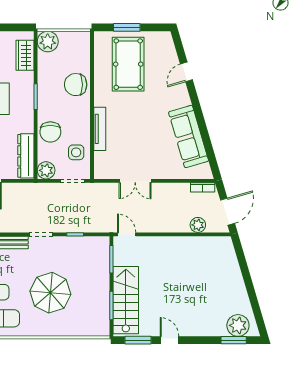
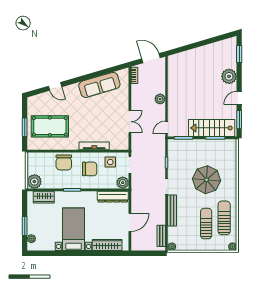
chair: (50, 132) -> (90, 169), moved
plant: (198, 225) -> (160, 99), moved
plant: (238, 325) -> (229, 76), moved

